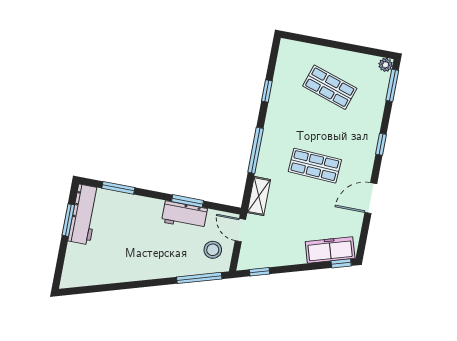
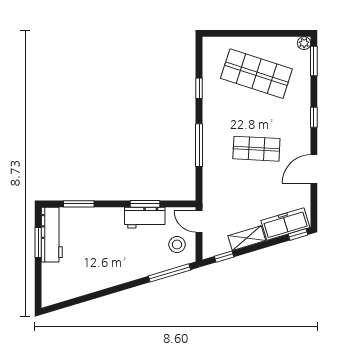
shop shelf: (330, 87) -> (256, 74), width x1.43, depth x1.36
shelving: (259, 196) -> (247, 238), moved, turned 73

